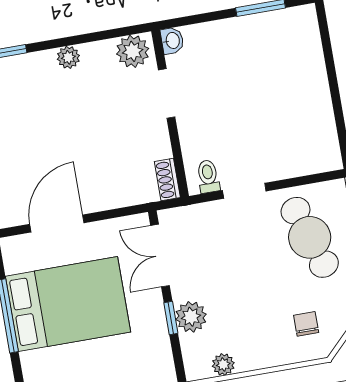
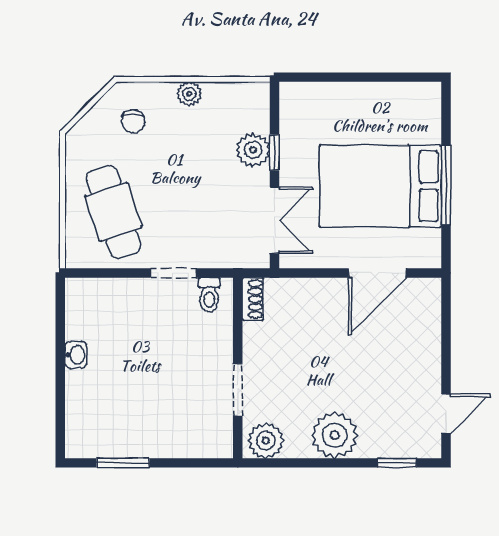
washbasin: (172, 41) -> (76, 355), moved, turned 180
plant: (68, 57) -> (335, 435), width x1.88, depth x1.88
plant: (223, 364) -> (189, 94), moved

